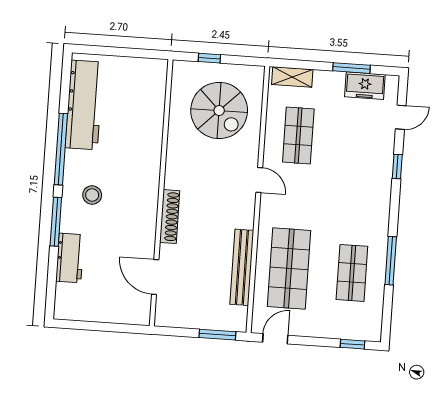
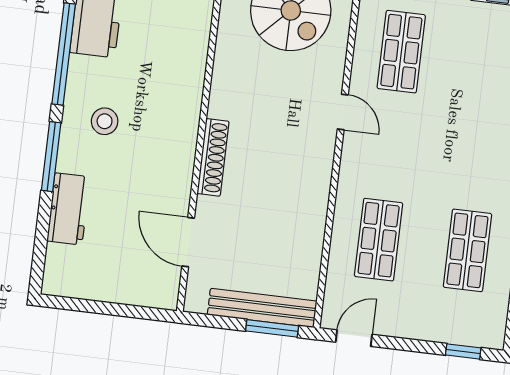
bench: (242, 267) -> (262, 308), moved, turned 90
shop shelf: (289, 268) -> (379, 240), width x0.70, depth x0.74

